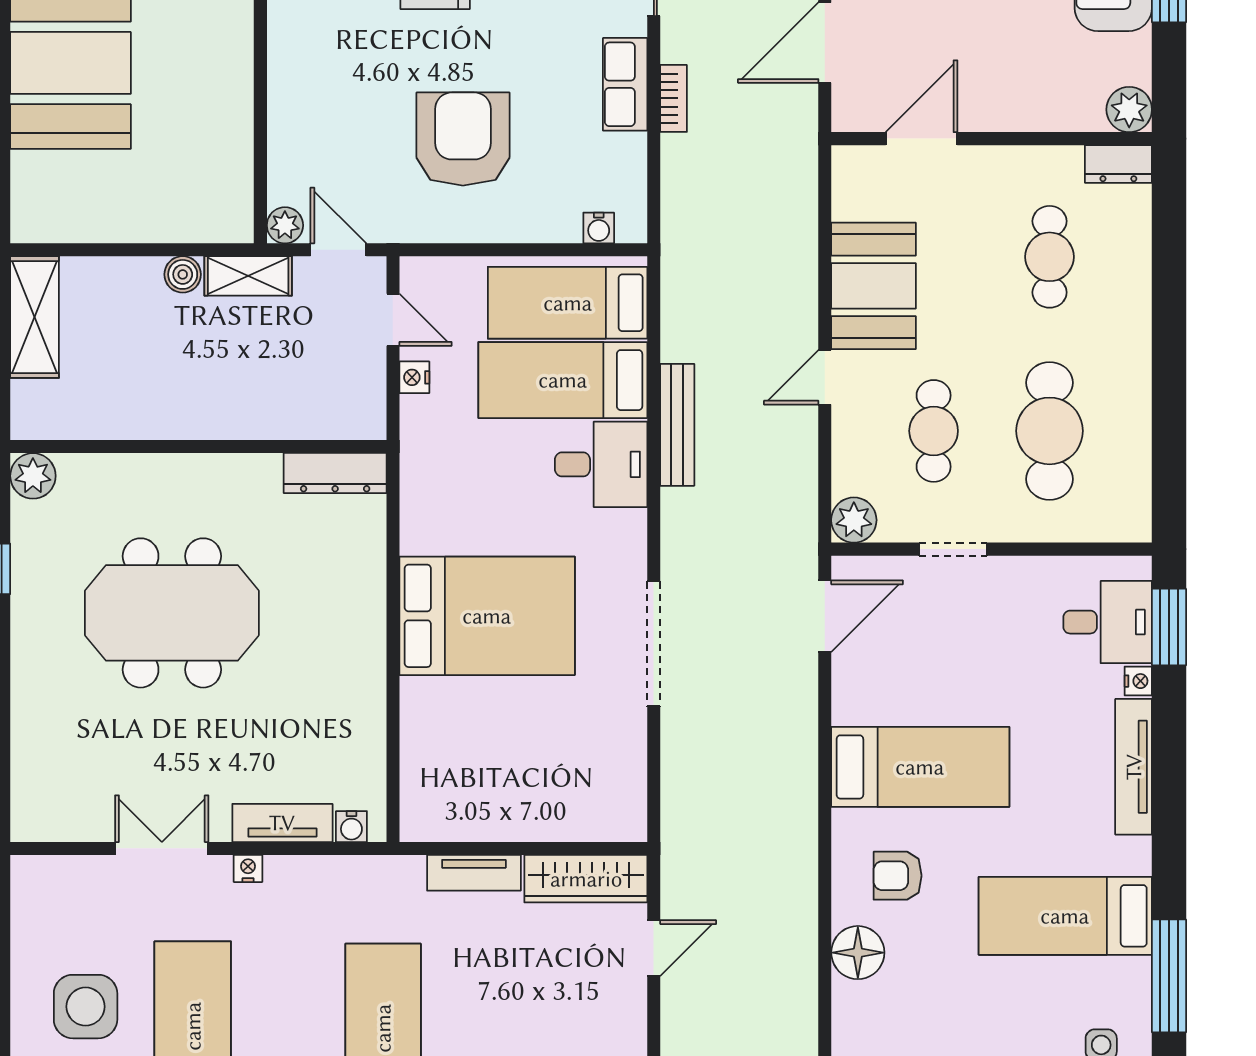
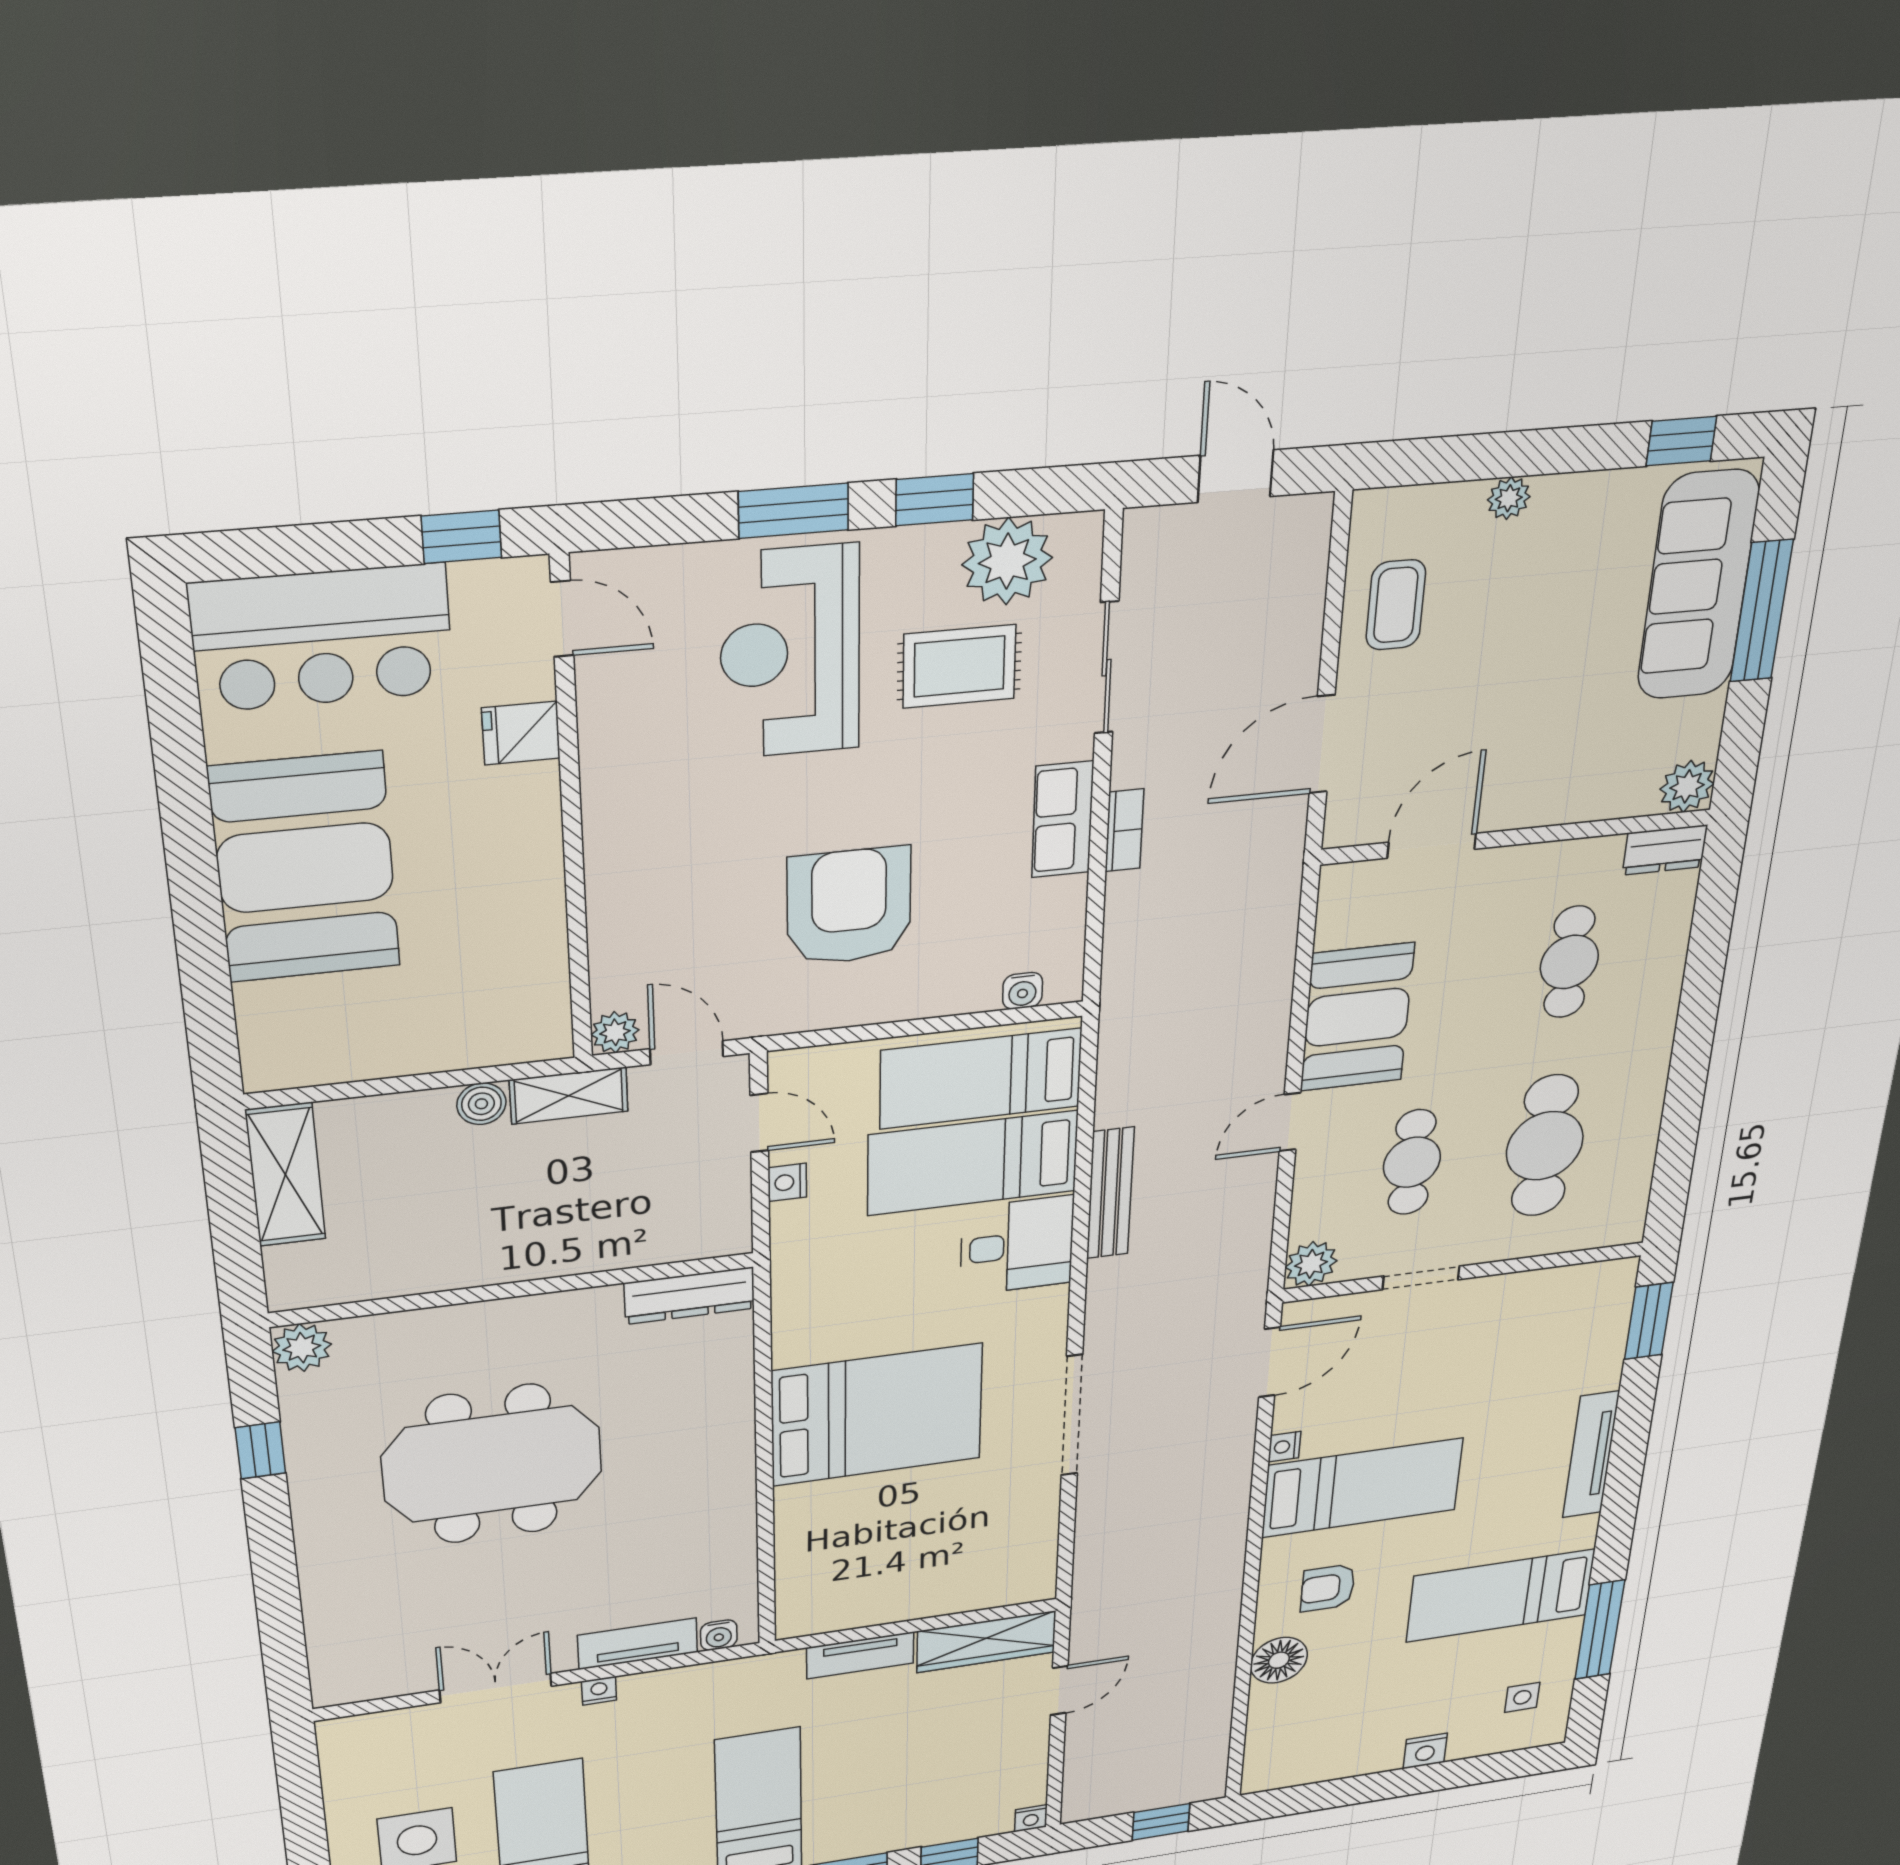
desk: (1108, 622) -> (1583, 1325), removed
nightstand: (1138, 681) -> (1284, 1447), moved, turned 180

